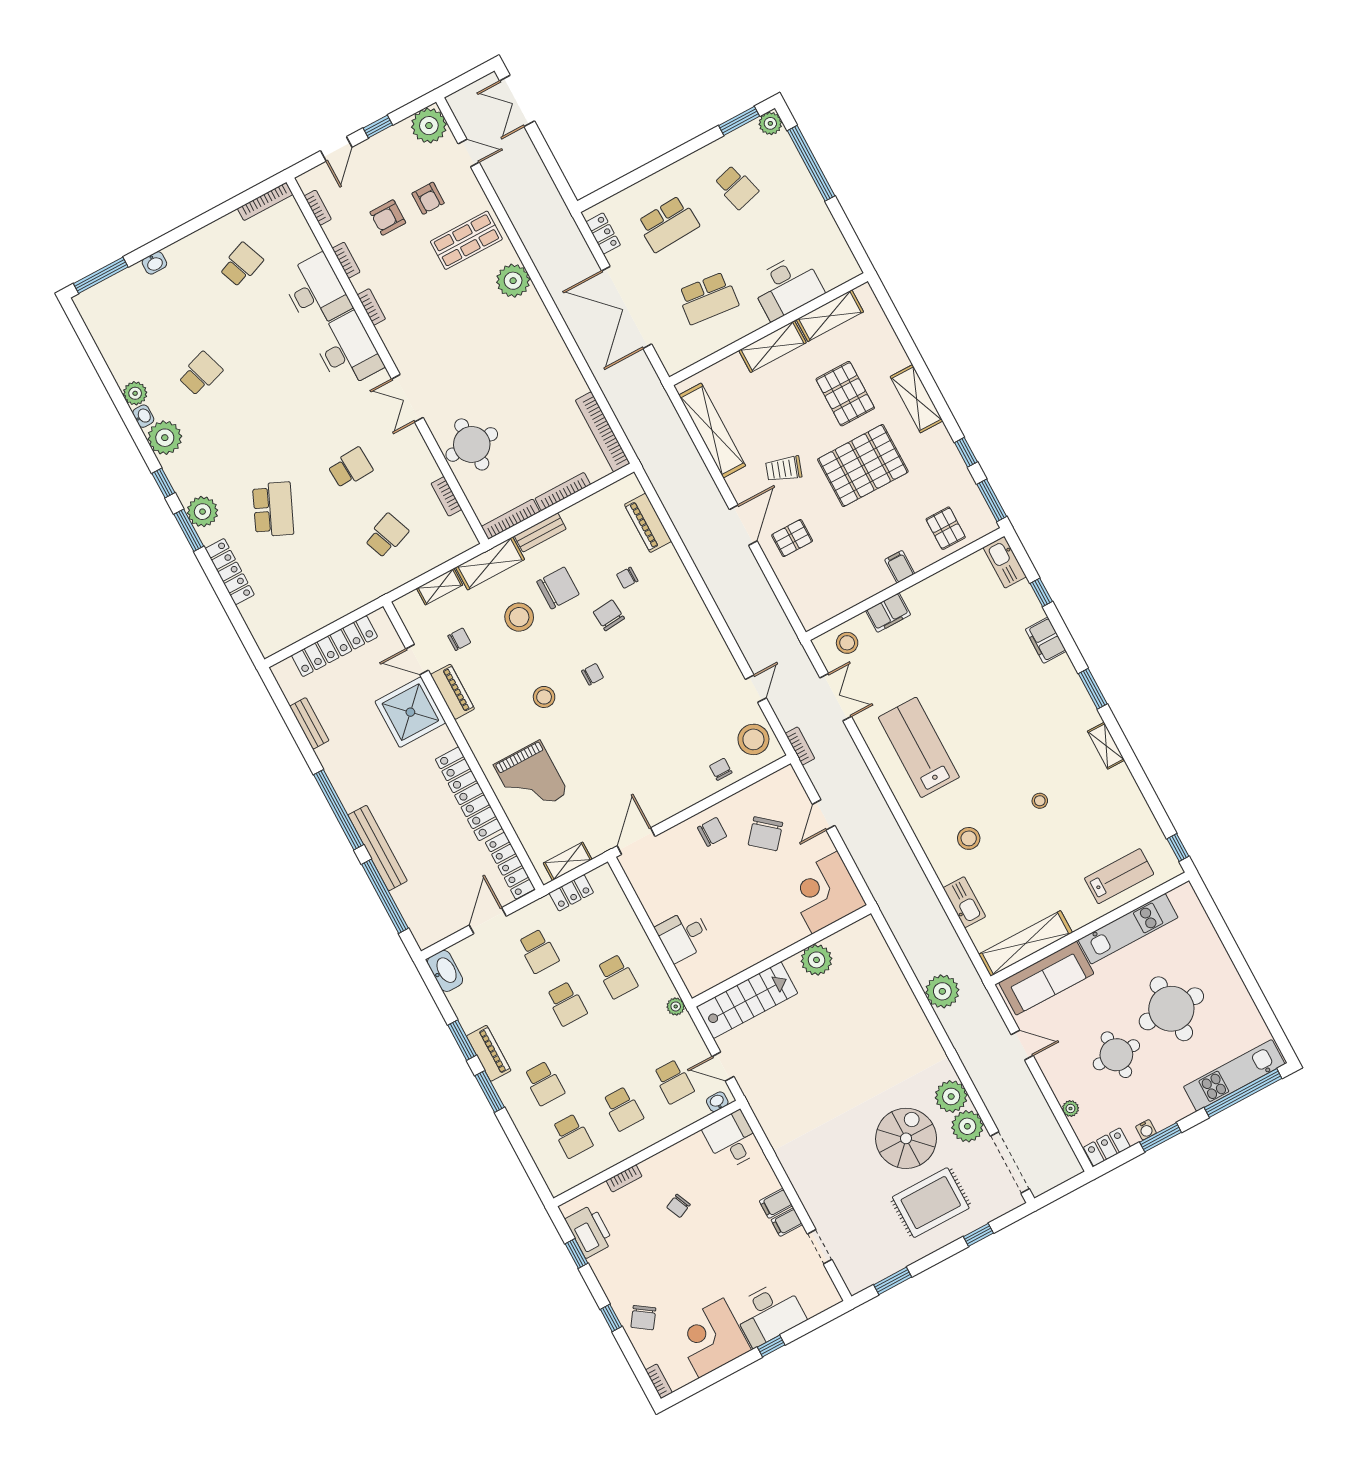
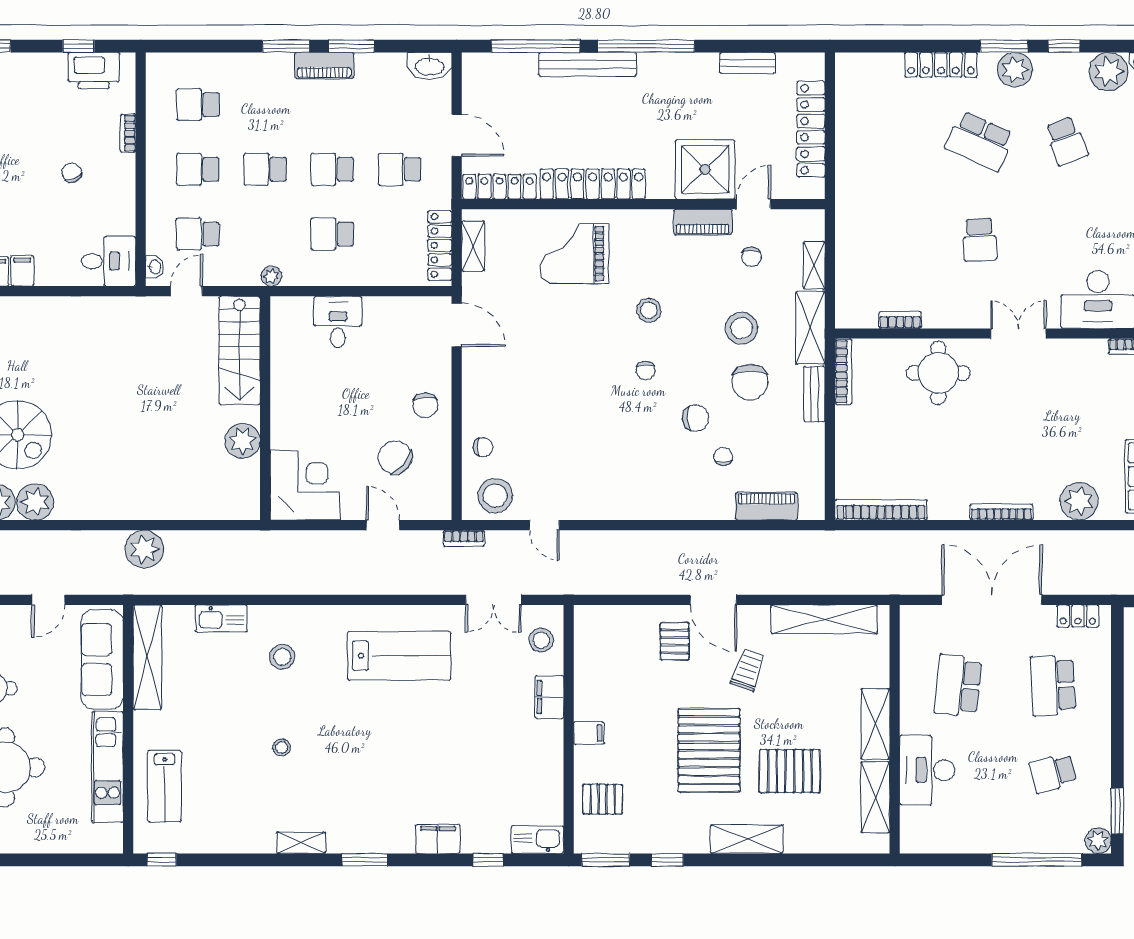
bookcase: (563, 492) -> (1001, 512), moved, turned -90
school desk: (387, 536) -> (1066, 141), moved
locker: (571, 893) -> (440, 245), width x1.53
school desk: (544, 1083) -> (265, 169), moved

